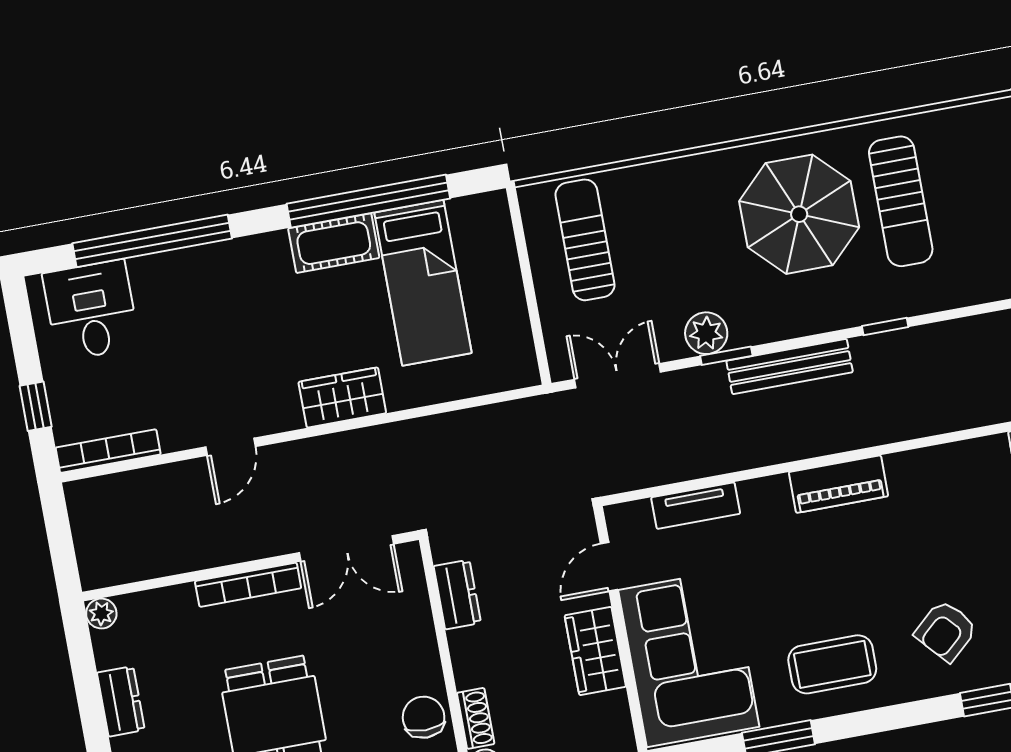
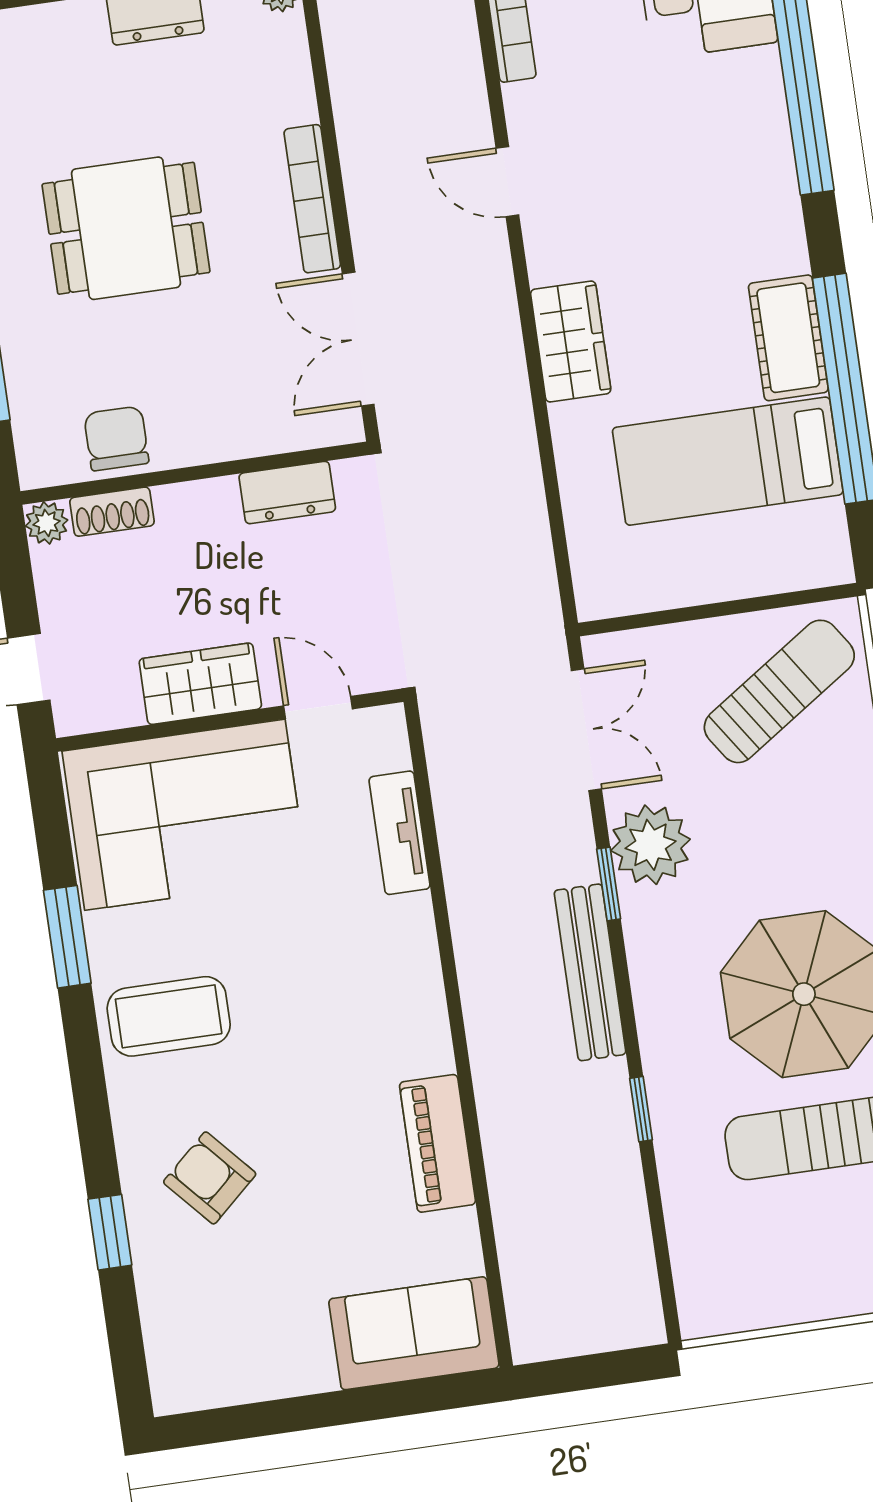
sun lounger: (585, 240) -> (779, 691), turned -34
plant: (706, 333) -> (651, 845), width x1.36, depth x1.36
piano: (838, 484) -> (437, 1143), moved
coffee table: (832, 664) -> (169, 1016), turned 90
chair: (424, 717) -> (116, 438), turned -90

